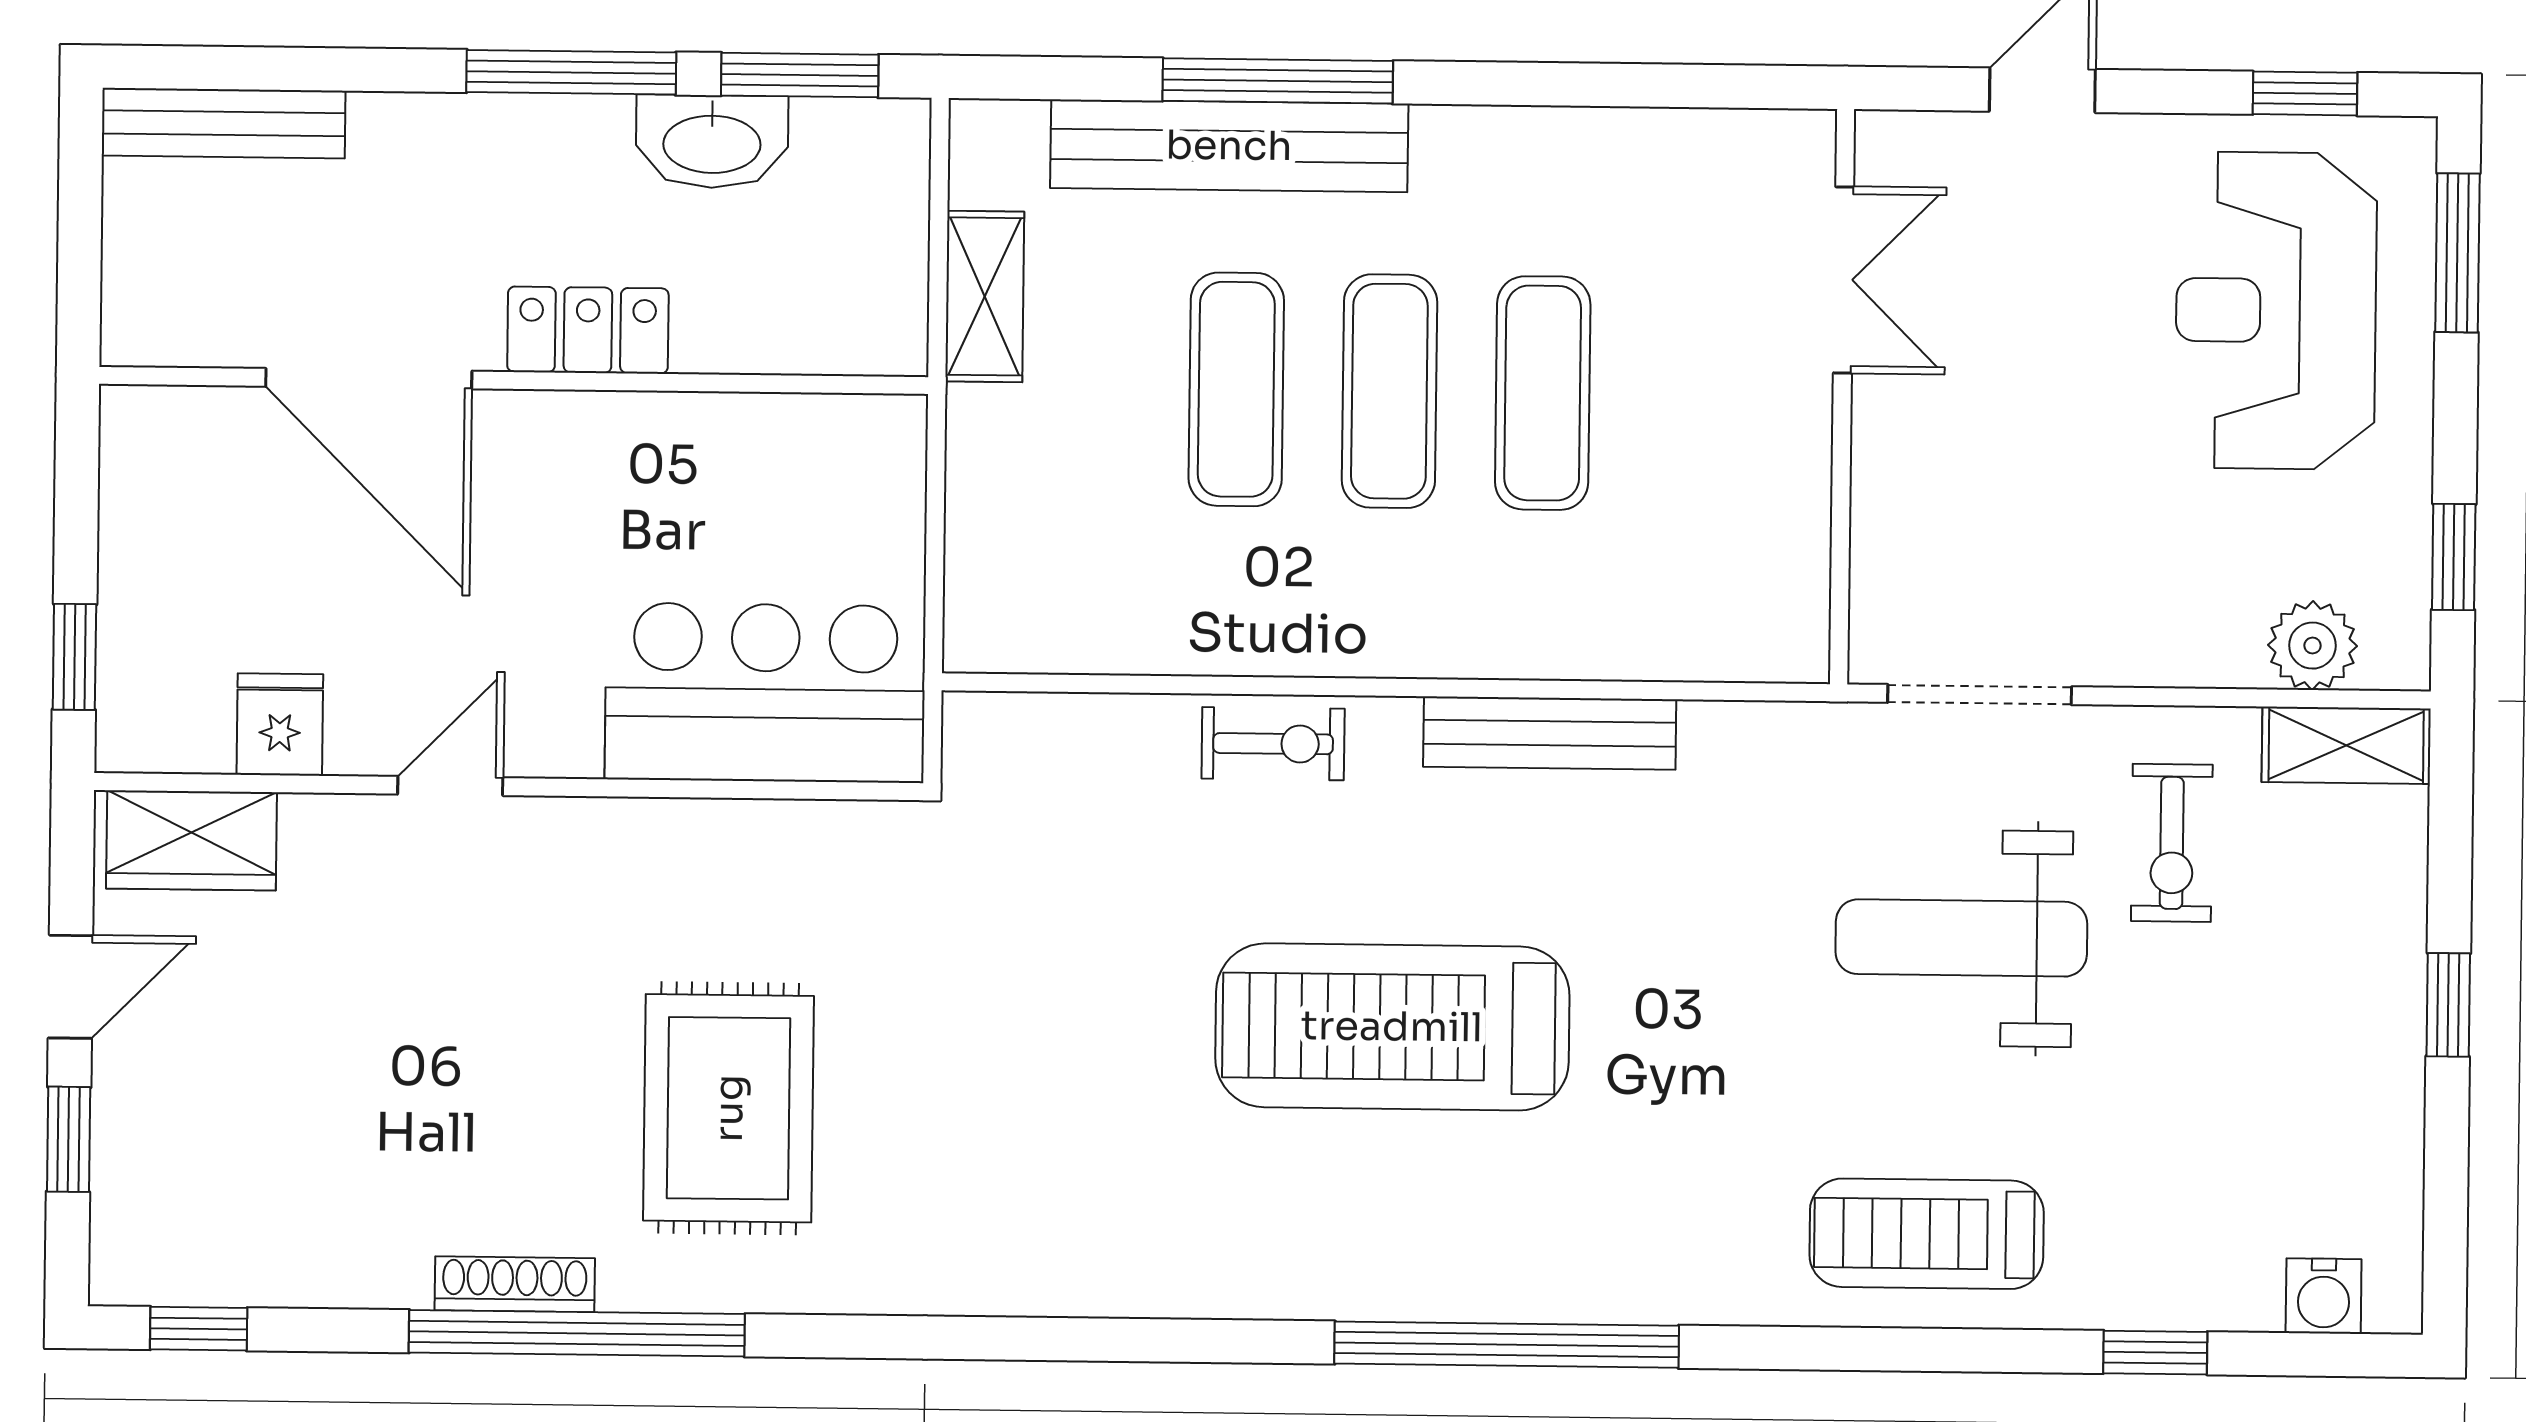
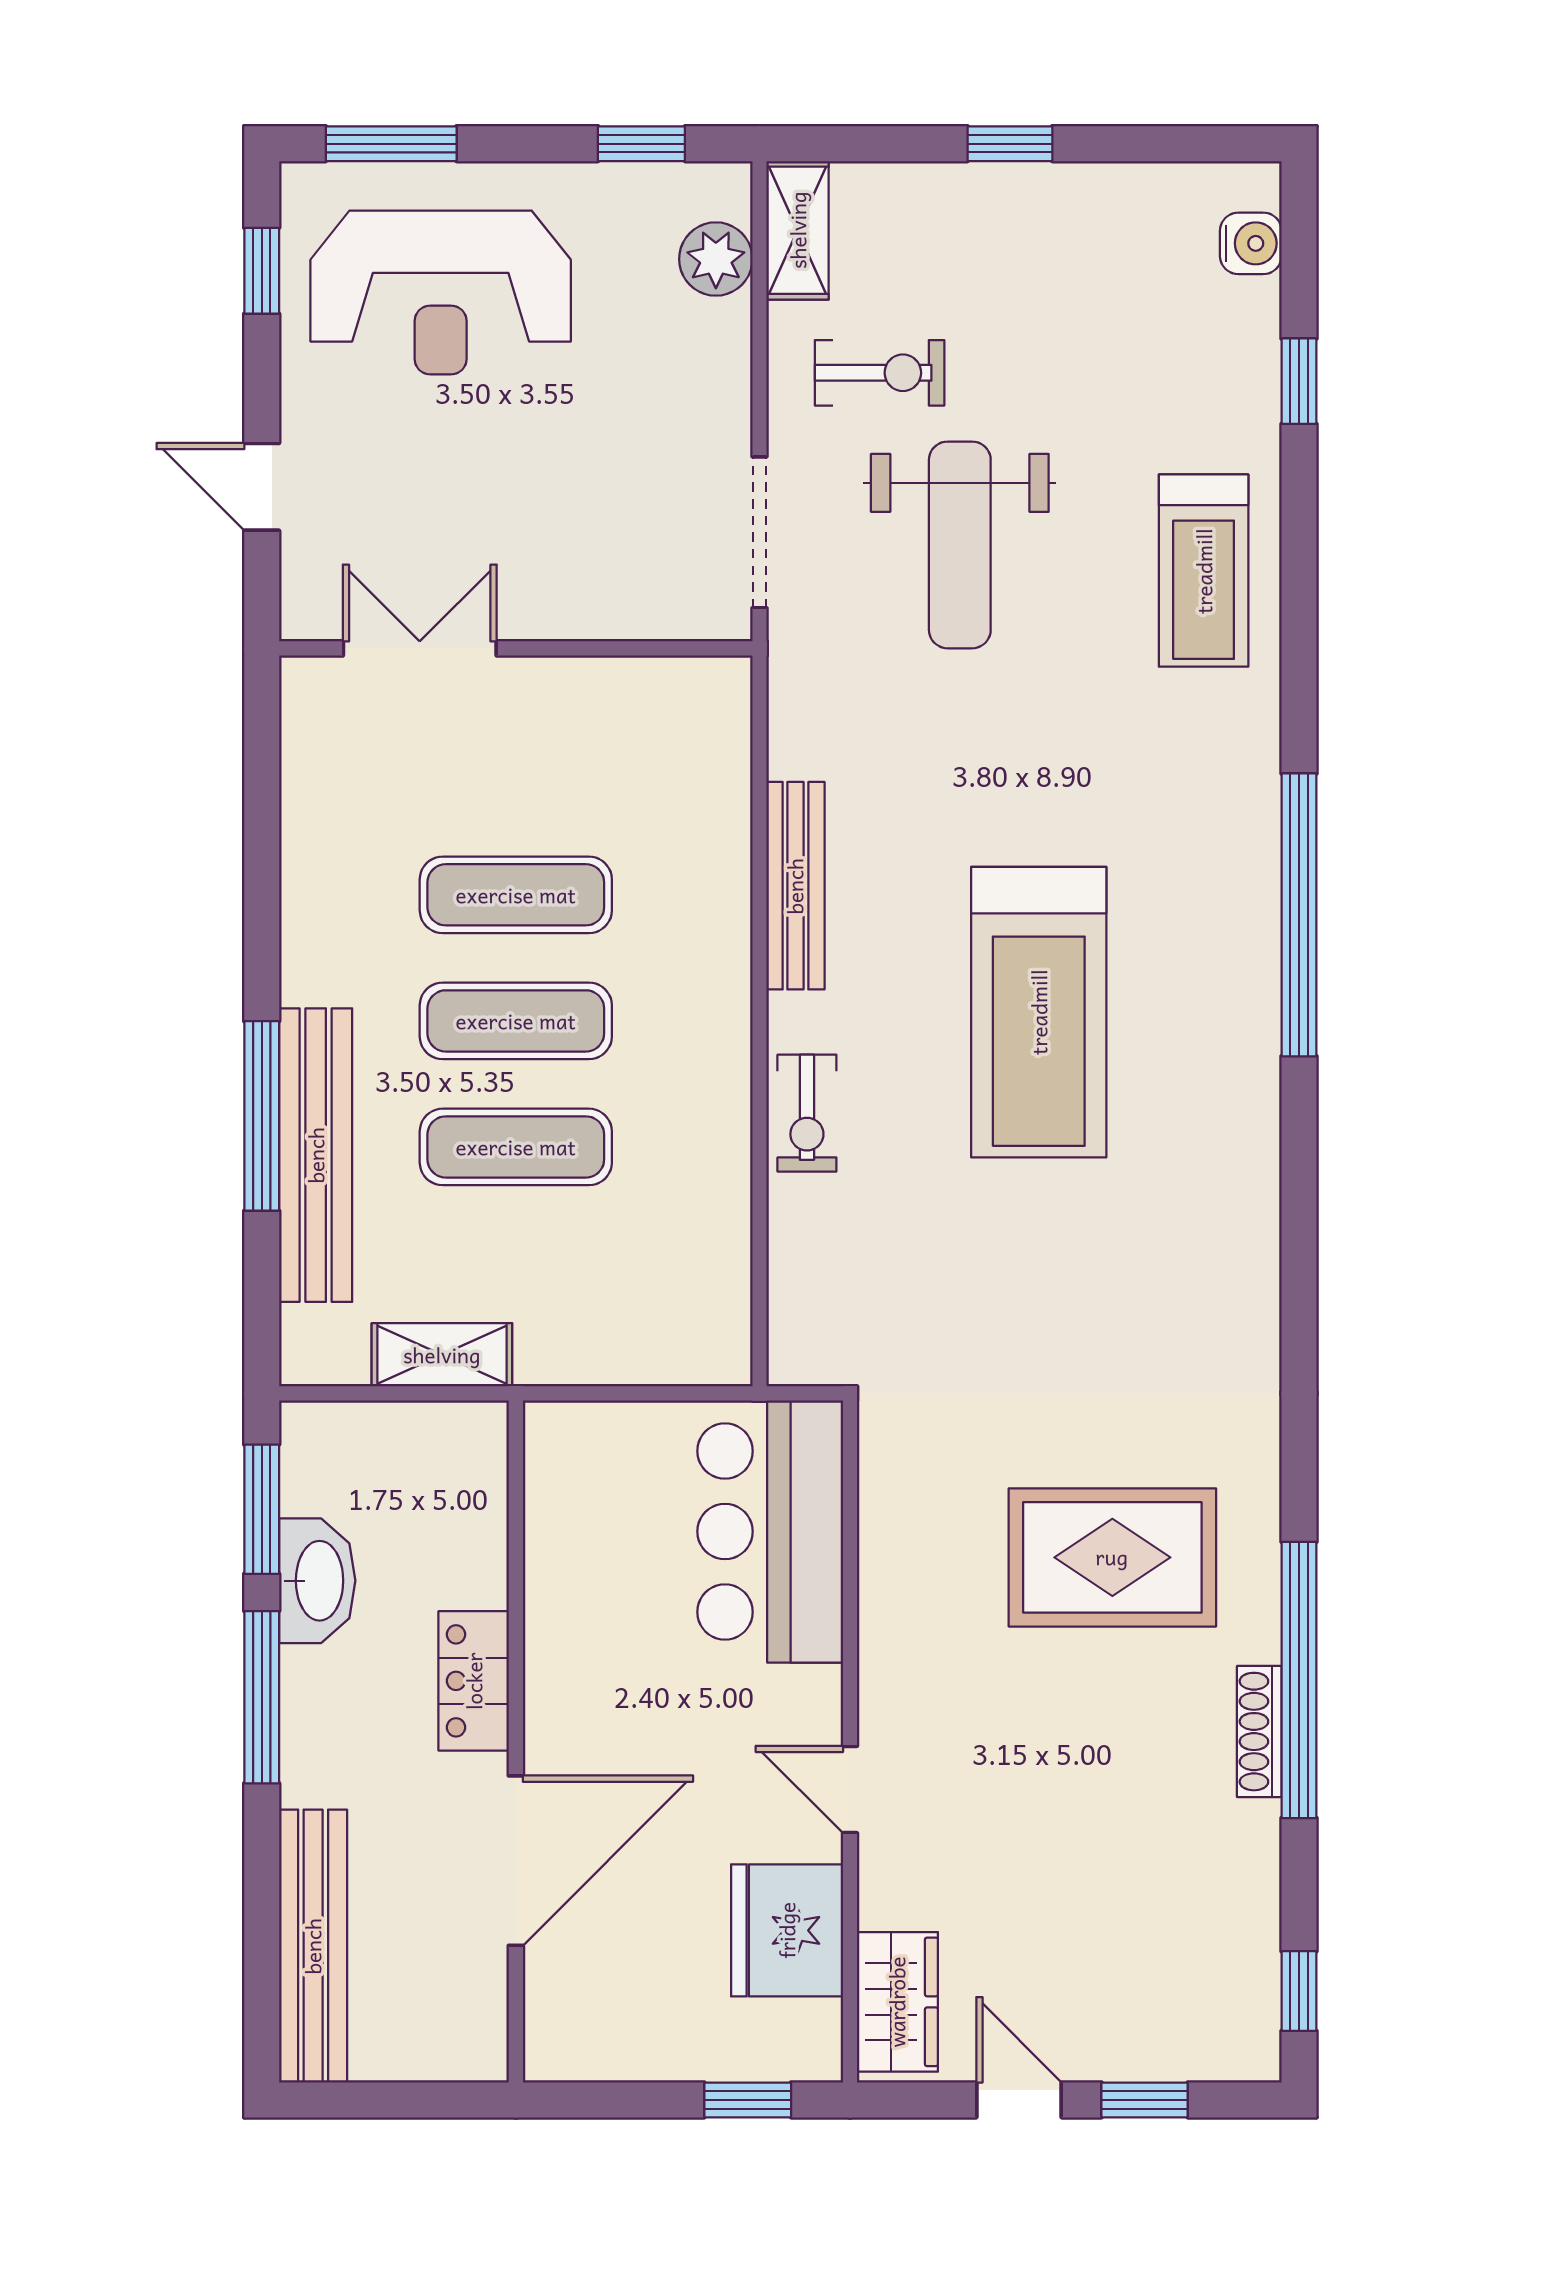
bench: (224, 123) -> (313, 1946), width x1.37, depth x1.21
fridge: (280, 725) -> (787, 1930), width x1.88, depth x1.34
exercise bike: (1273, 744) -> (807, 1113), turned 180

